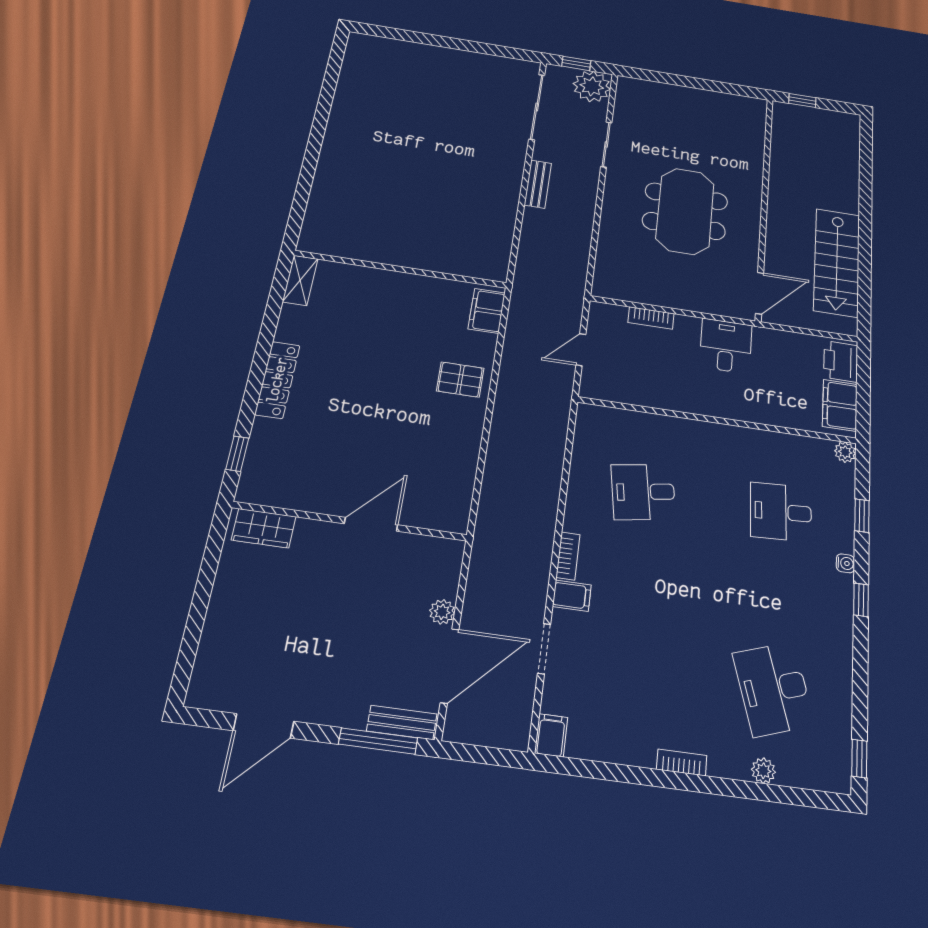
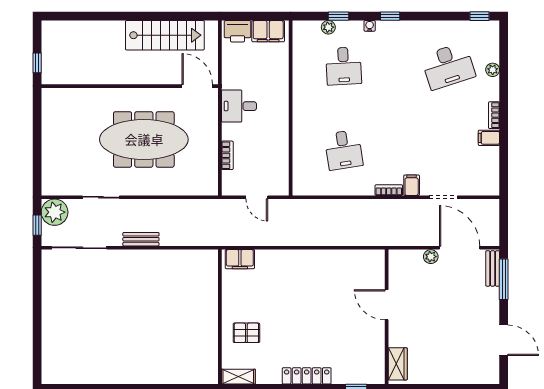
meeting table: (685, 211) -> (144, 139), width x1.36
pallet: (460, 380) -> (246, 333), moved, turned 90
plant: (845, 452) -> (328, 27), moved
filing cabinet: (551, 735) -> (489, 138), moved

